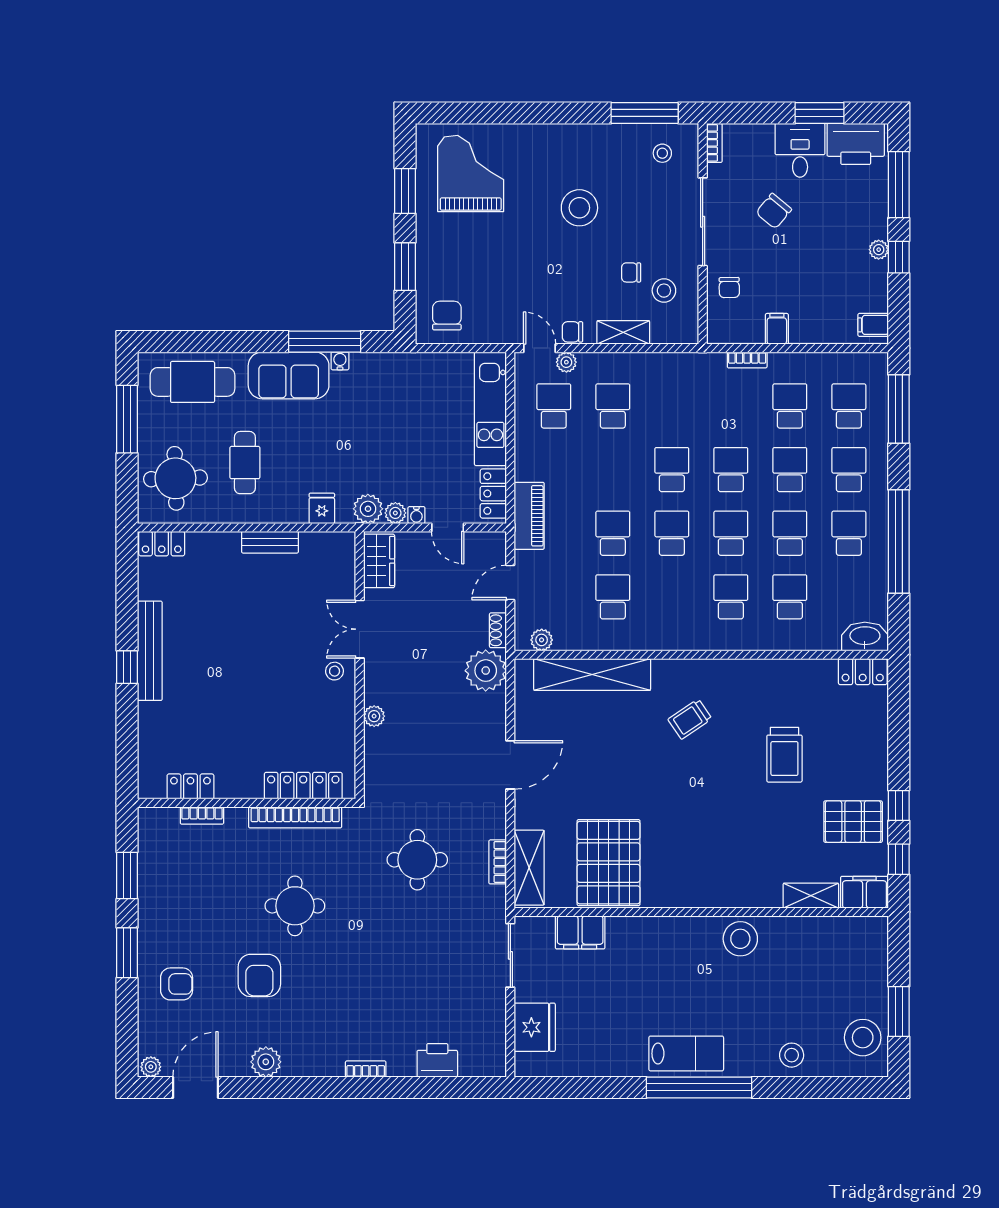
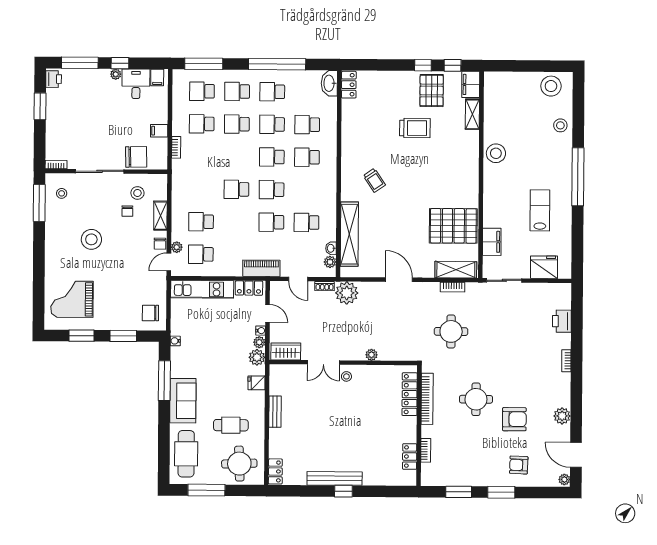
printer: (856, 144) -> (54, 79), width x0.53, depth x0.68
desk: (800, 150) -> (136, 84), moved, turned 90
chair: (774, 211) -> (94, 132), removed
chair: (729, 288) -> (136, 157), width x1.87, depth x1.87
water cooler: (340, 361) -> (175, 341), moved
school desk: (731, 470) -> (237, 157), removed
door: (448, 527) -> (268, 313), hinge flipped
washbasin: (566, 641) -> (331, 248), added
trolley: (784, 755) -> (415, 128), moved
armchair: (177, 984) -> (519, 465), turned -88
window: (899, 1012) -> (537, 66), removed
lab bench: (686, 1053) -> (540, 210), moved

